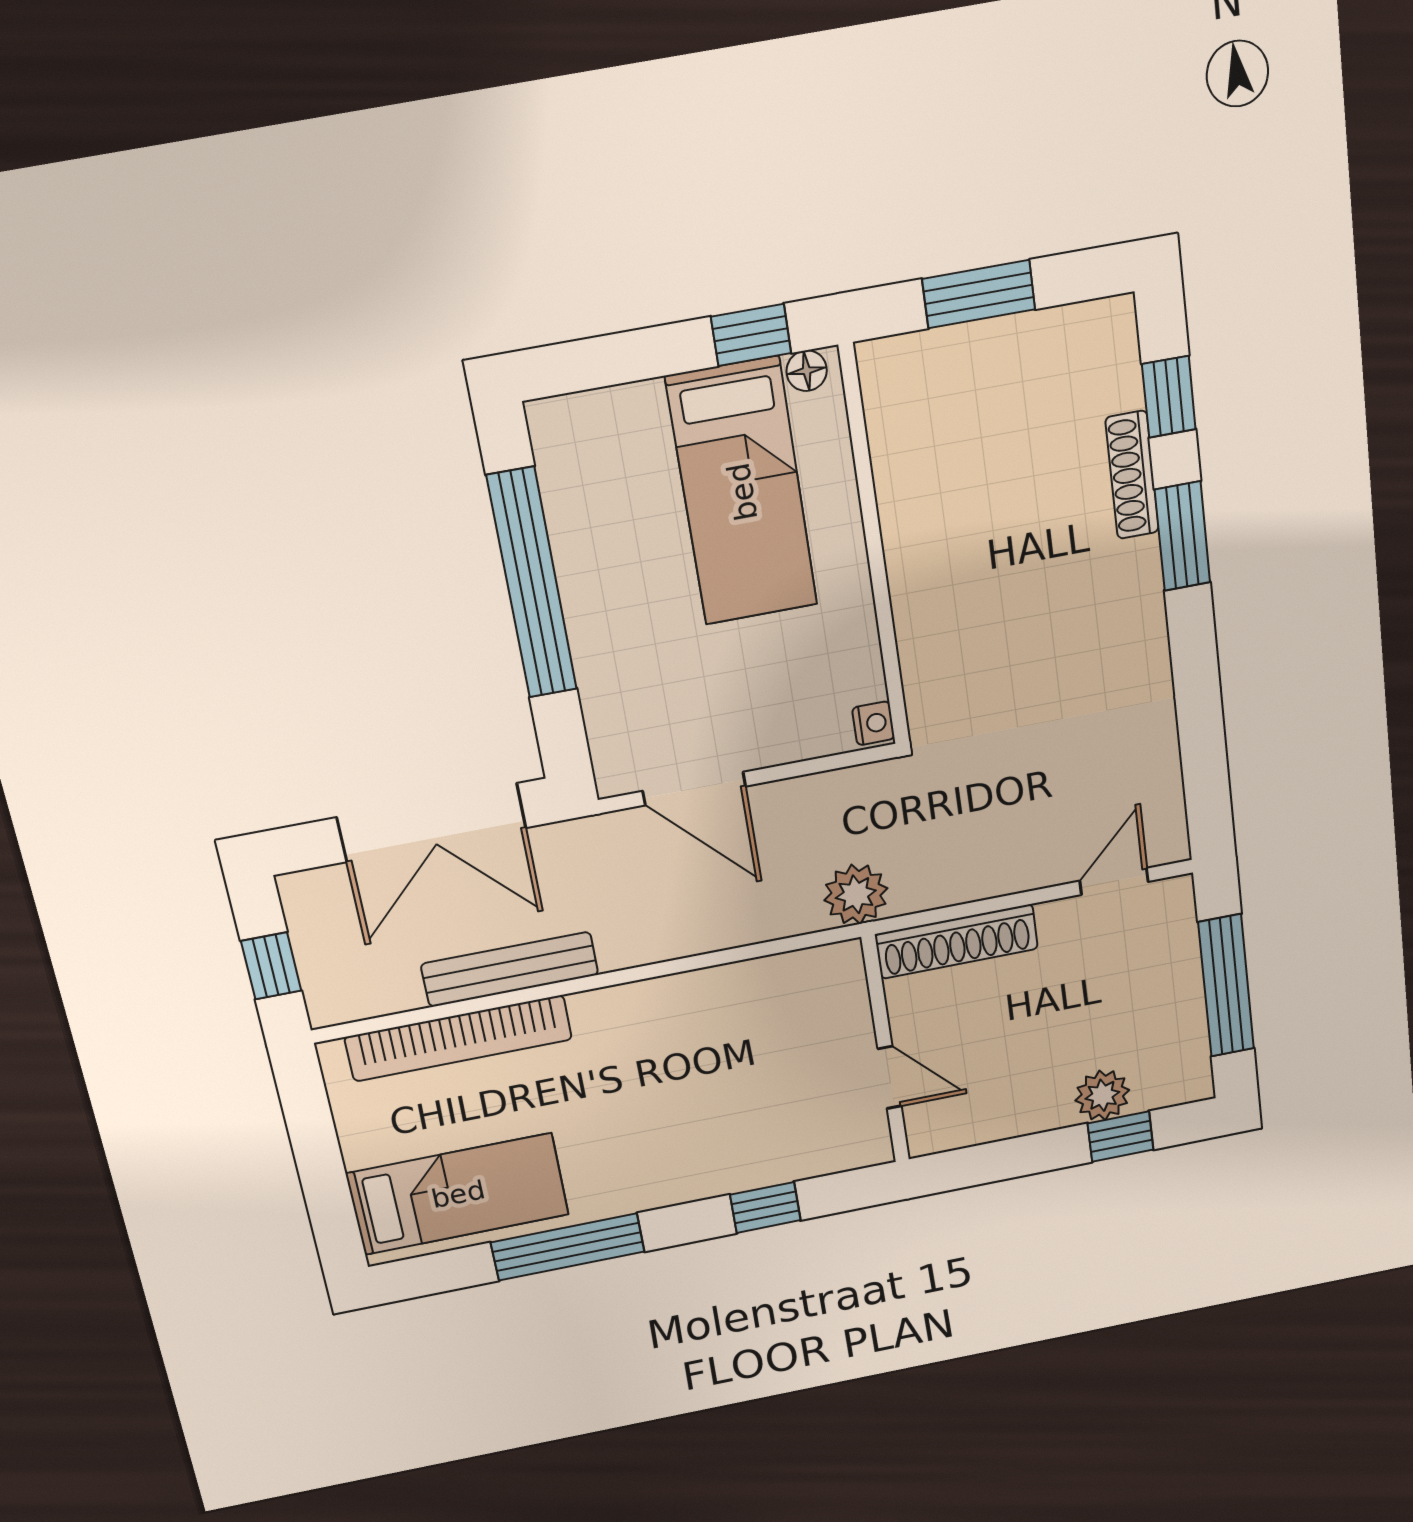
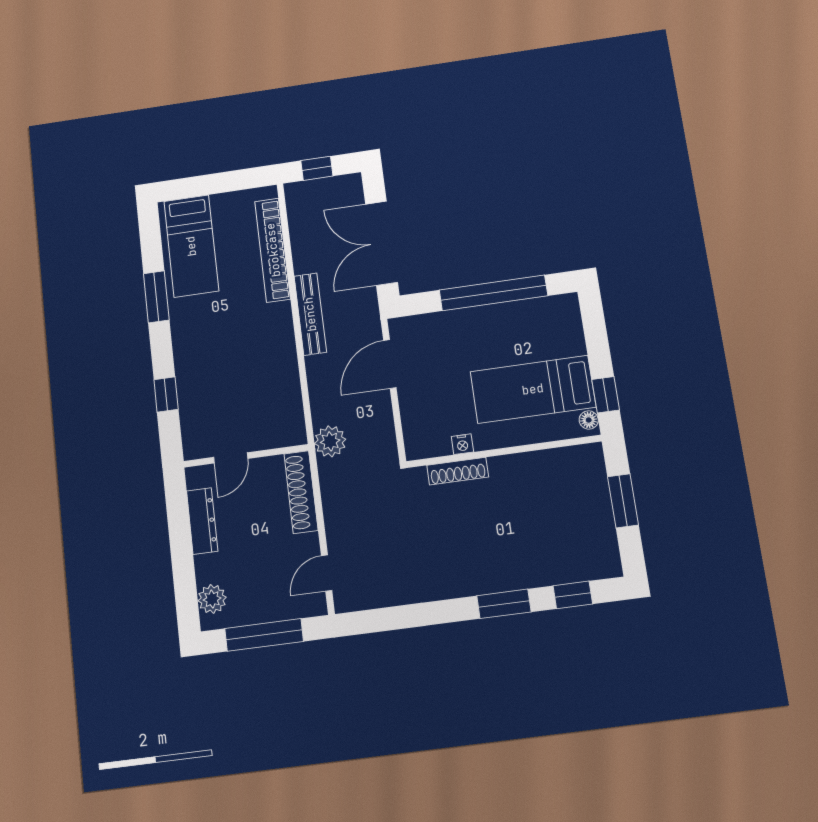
shoe rack: (1132, 475) -> (458, 471), moved, turned 180
nightstand: (873, 723) -> (462, 444), moved
door: (1114, 881) -> (327, 573), swing flipped
bench: (510, 969) -> (310, 314), moved
plant: (1102, 1095) -> (212, 599), moved
dresser: (1011, 1117) -> (202, 521), added
window: (1120, 1137) -> (185, 580), removed
window: (568, 1247) -> (156, 297), width x0.69

